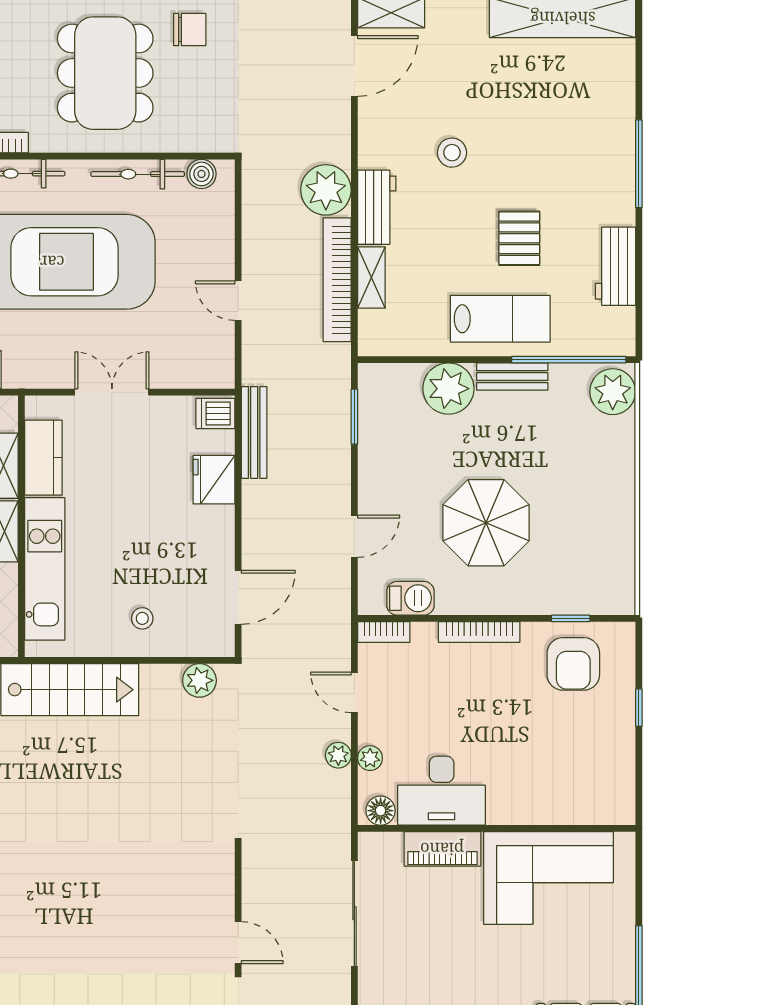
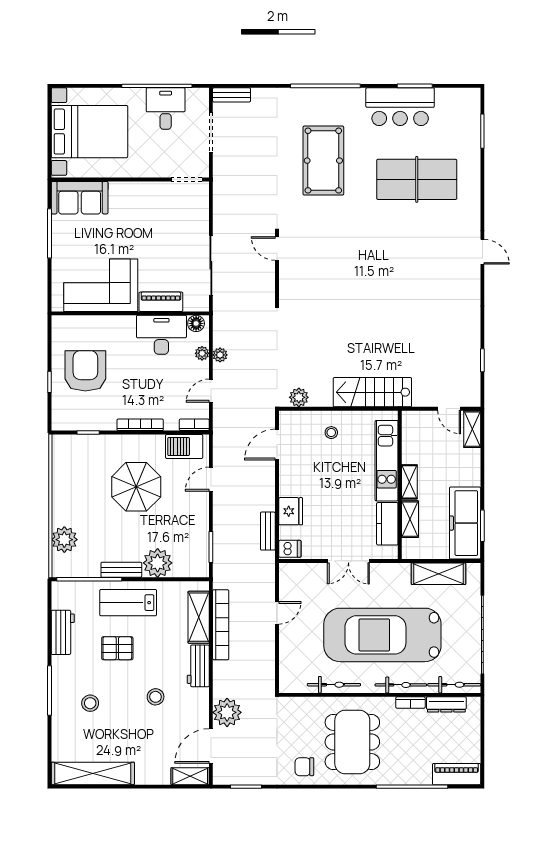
stool: (567, 141) -> (90, 703), added
boiler: (202, 174) -> (298, 685), removed
plant: (326, 190) -> (227, 712), moved
pallet: (519, 238) -> (117, 648), turned 90
shelving: (371, 278) -> (199, 617), width x1.50, depth x1.33
door: (238, 301) -> (277, 613), hinge flipped
plant: (613, 392) -> (64, 540), moved
bench: (254, 433) -> (268, 531), width x0.73
barbecue: (410, 598) -> (184, 446), width x1.38, depth x1.27
armchair: (573, 664) -> (85, 371), moved, width x1.36, depth x1.36
door: (354, 692) -> (211, 391), swing flipped

